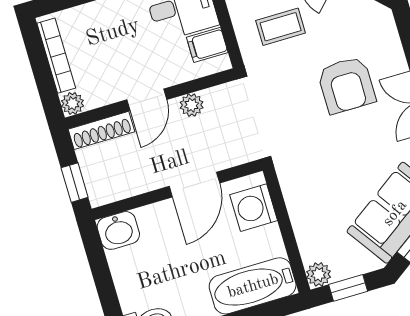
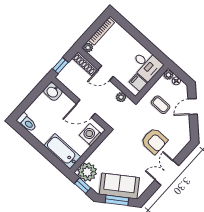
armchair: (346, 85) -> (154, 141), turned -90
plant: (192, 105) -> (121, 97), moved
plant: (319, 274) -> (87, 172), width x1.87, depth x1.87

